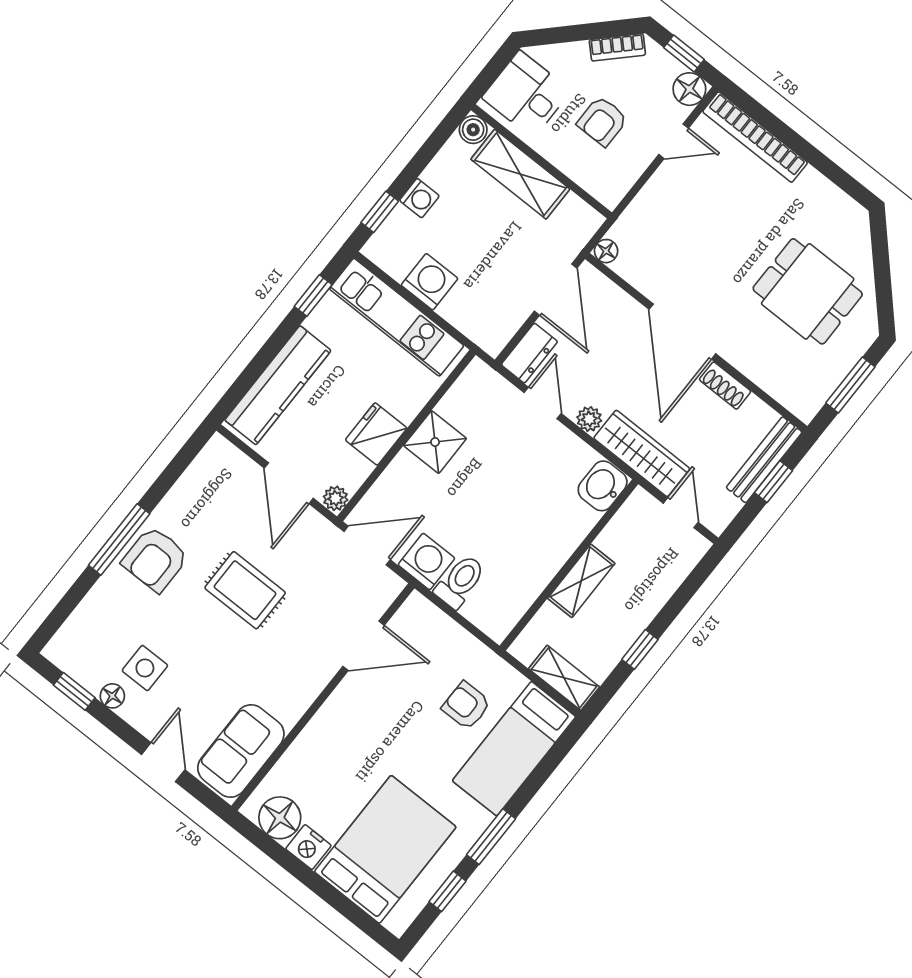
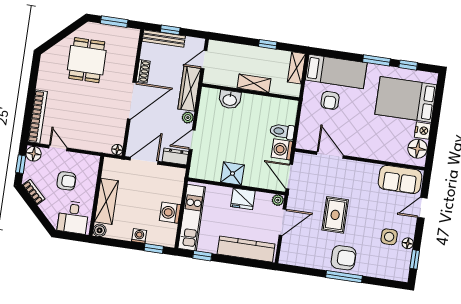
washbasin: (603, 486) -> (230, 100), moved

